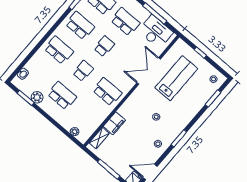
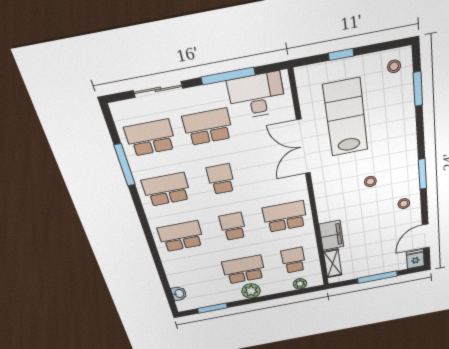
plant: (37, 97) -> (251, 291), moved
school desk: (86, 116) -> (294, 260), added

